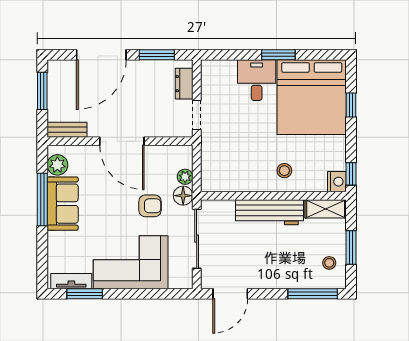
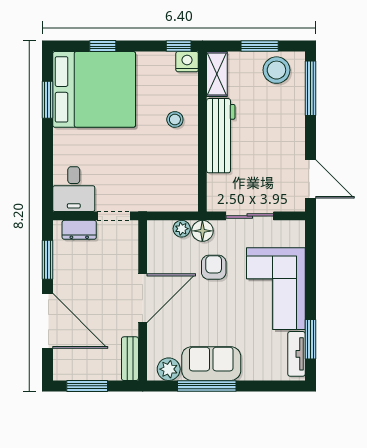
window: (278, 55) -> (47, 100), moved
desk: (257, 80) -> (74, 189), moved, turned -90
sliding door: (197, 239) -> (250, 216), width x0.73
stool: (329, 263) -> (276, 70), width x1.89, depth x1.89

